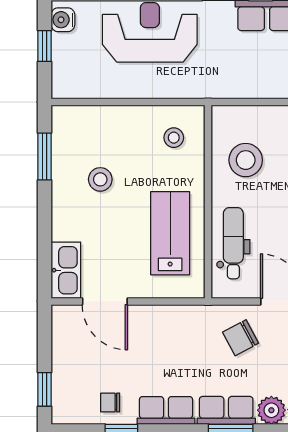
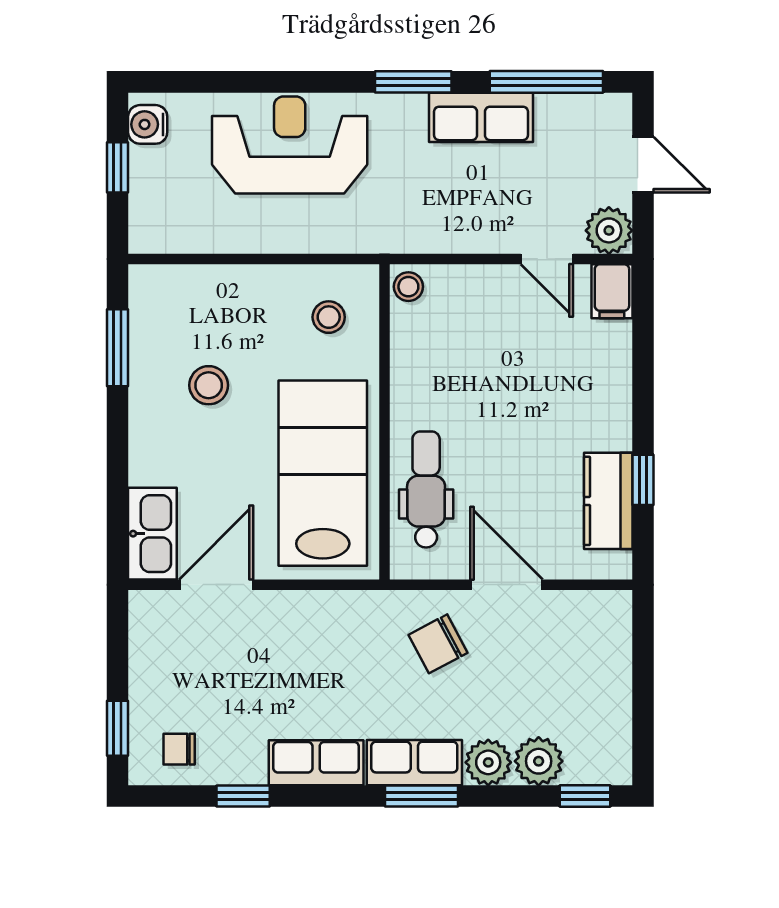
stool: (246, 160) -> (408, 287), moved, width x0.53, depth x0.53
lab bench: (170, 233) -> (323, 473), width x1.36, depth x1.39
door: (105, 301) -> (216, 585), swing flipped
chair: (110, 402) -> (179, 749), moved

